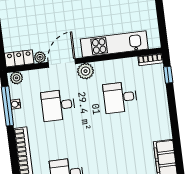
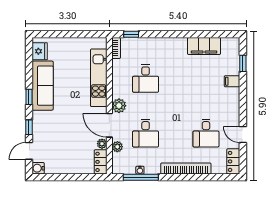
plant: (17, 78) -> (117, 147), moved

